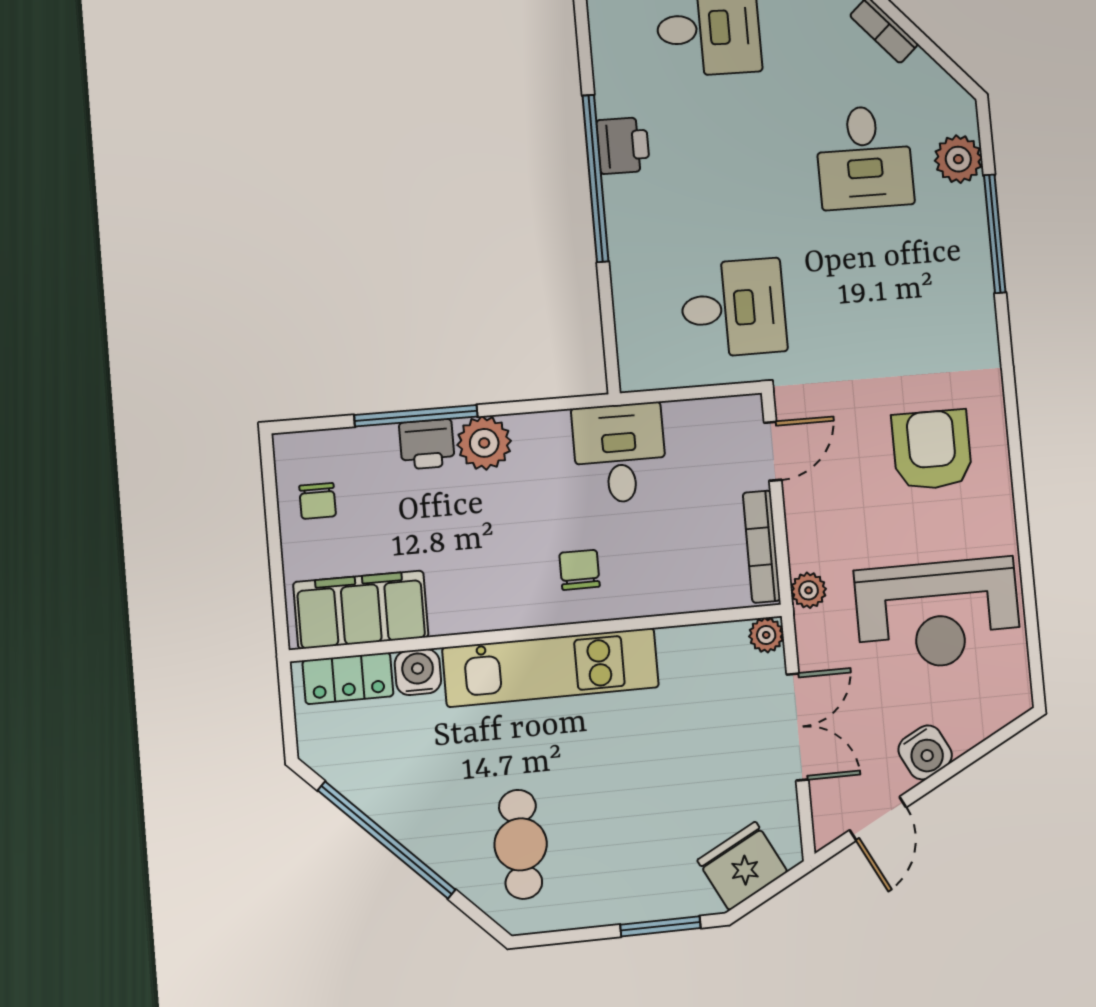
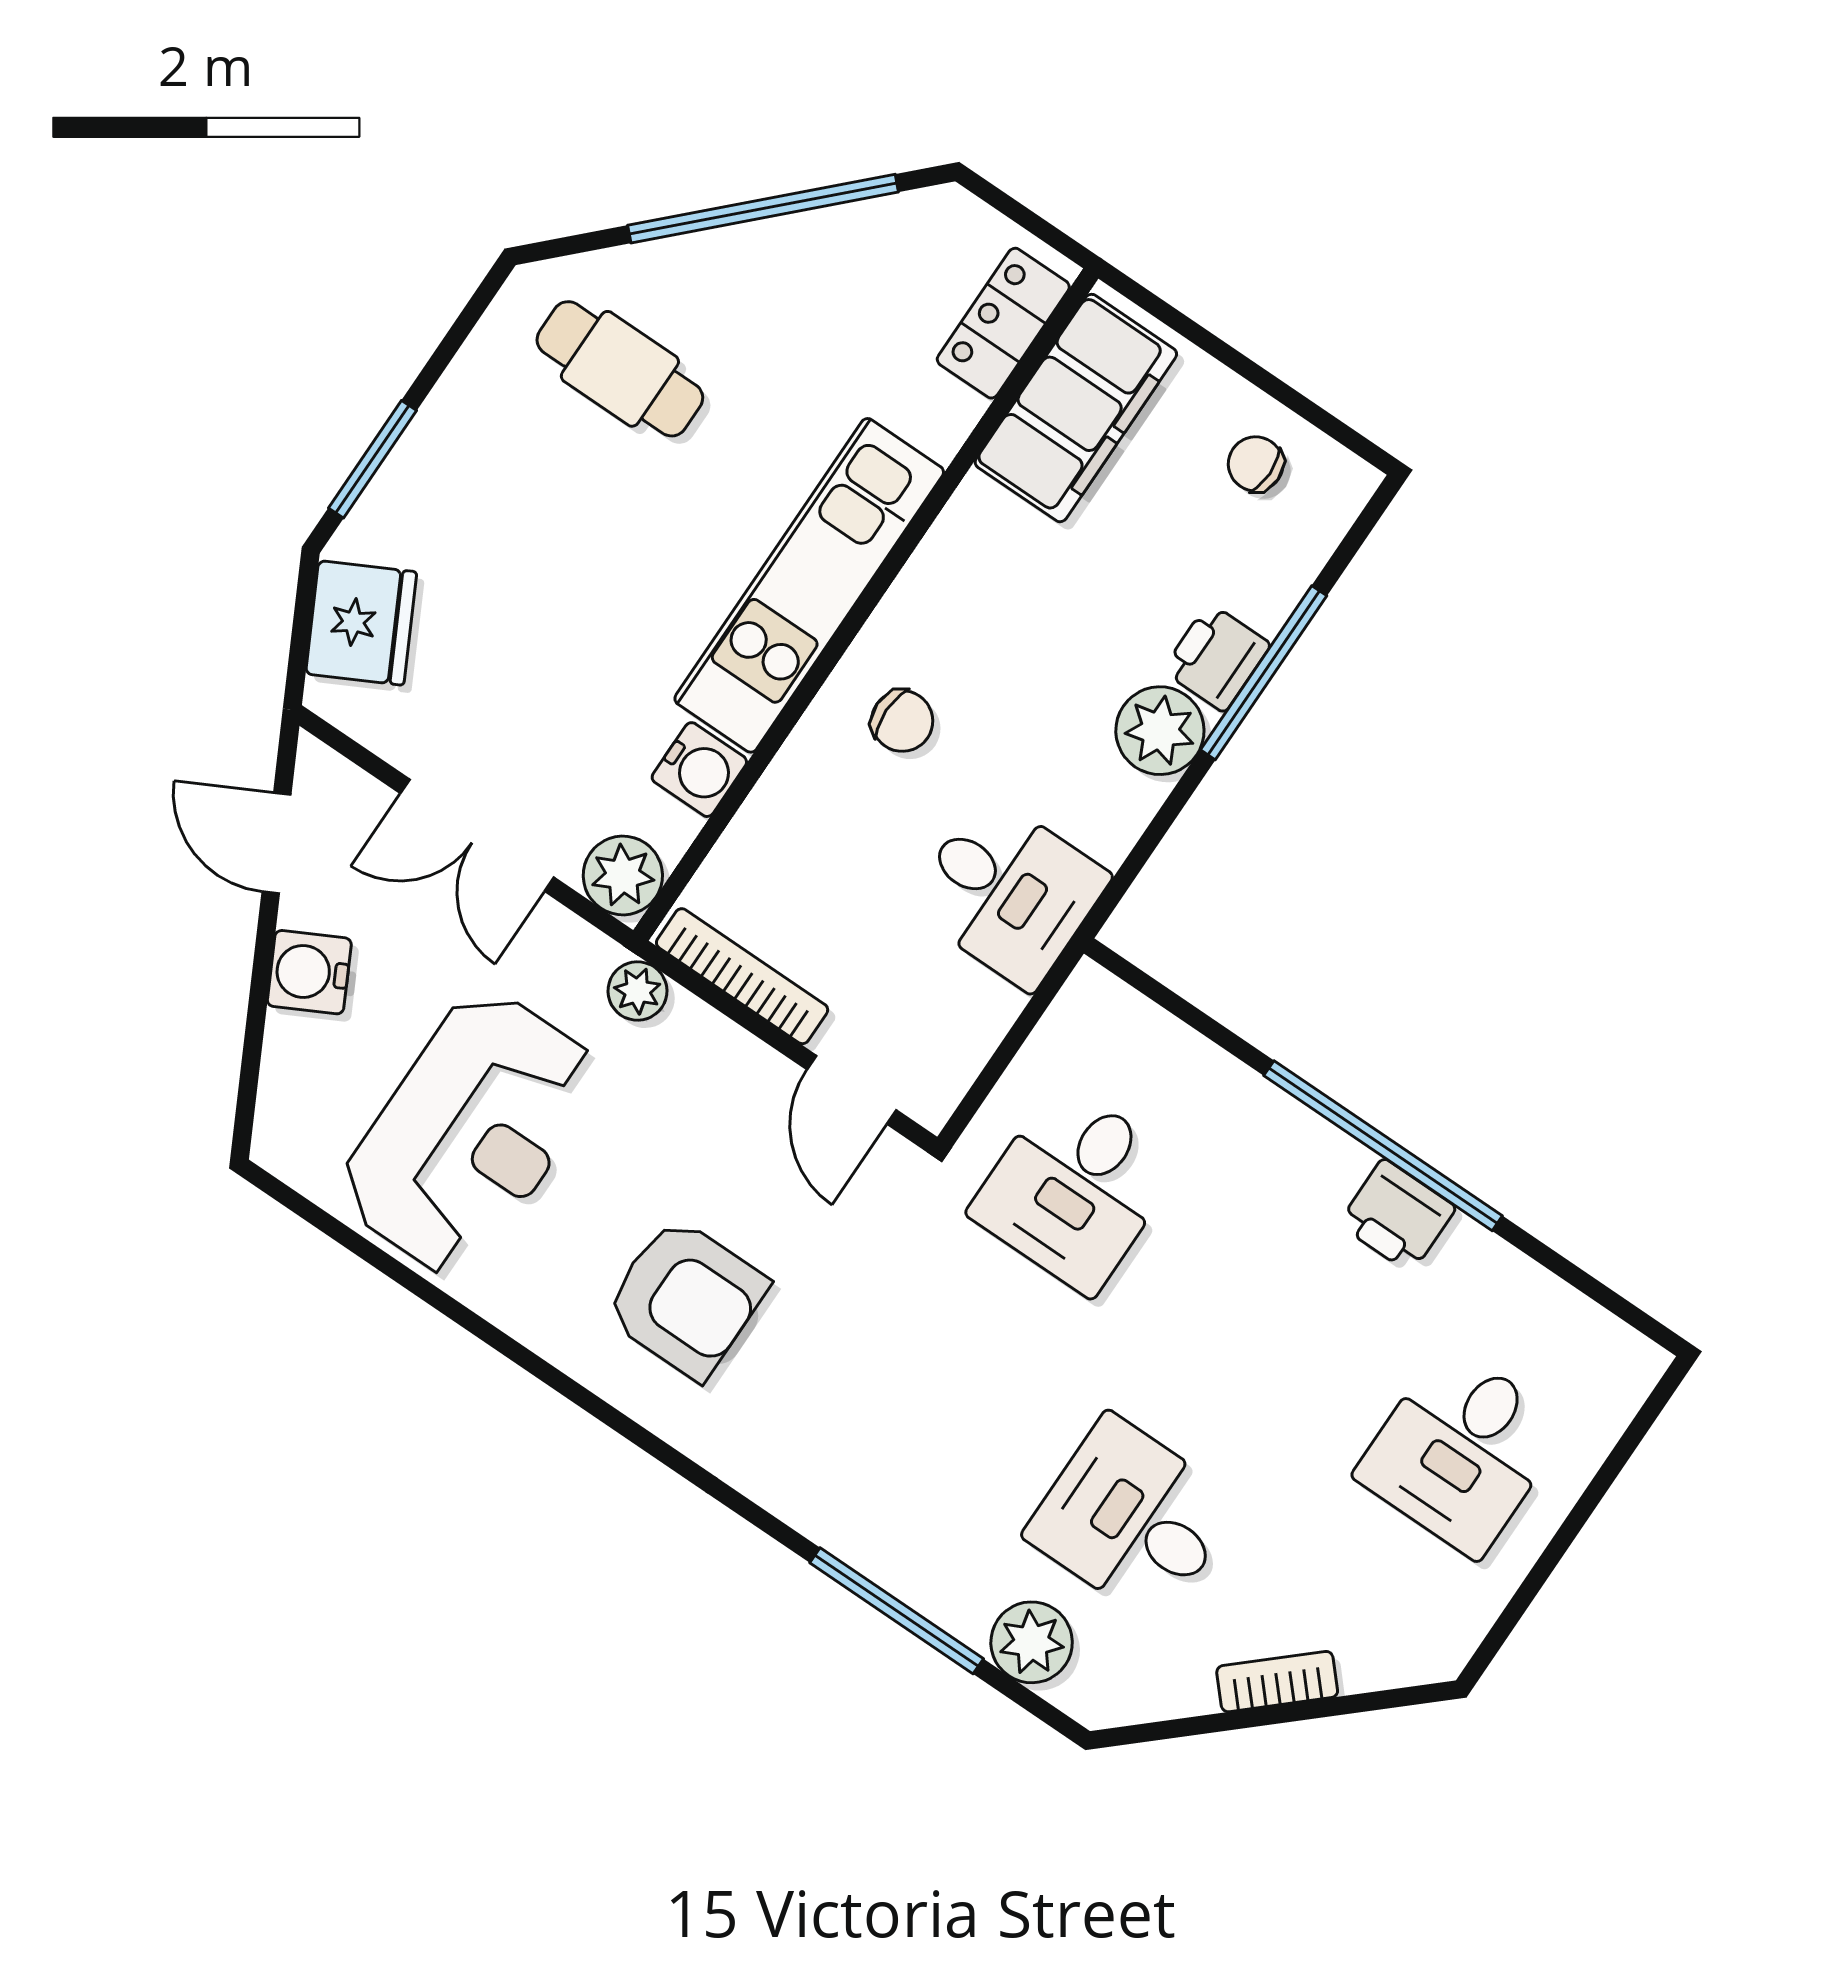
reception desk: (938, 614) -> (470, 1133), turned 180
plant: (766, 635) -> (623, 875), width x1.38, depth x1.38
water cooler: (418, 672) -> (699, 770), moved

